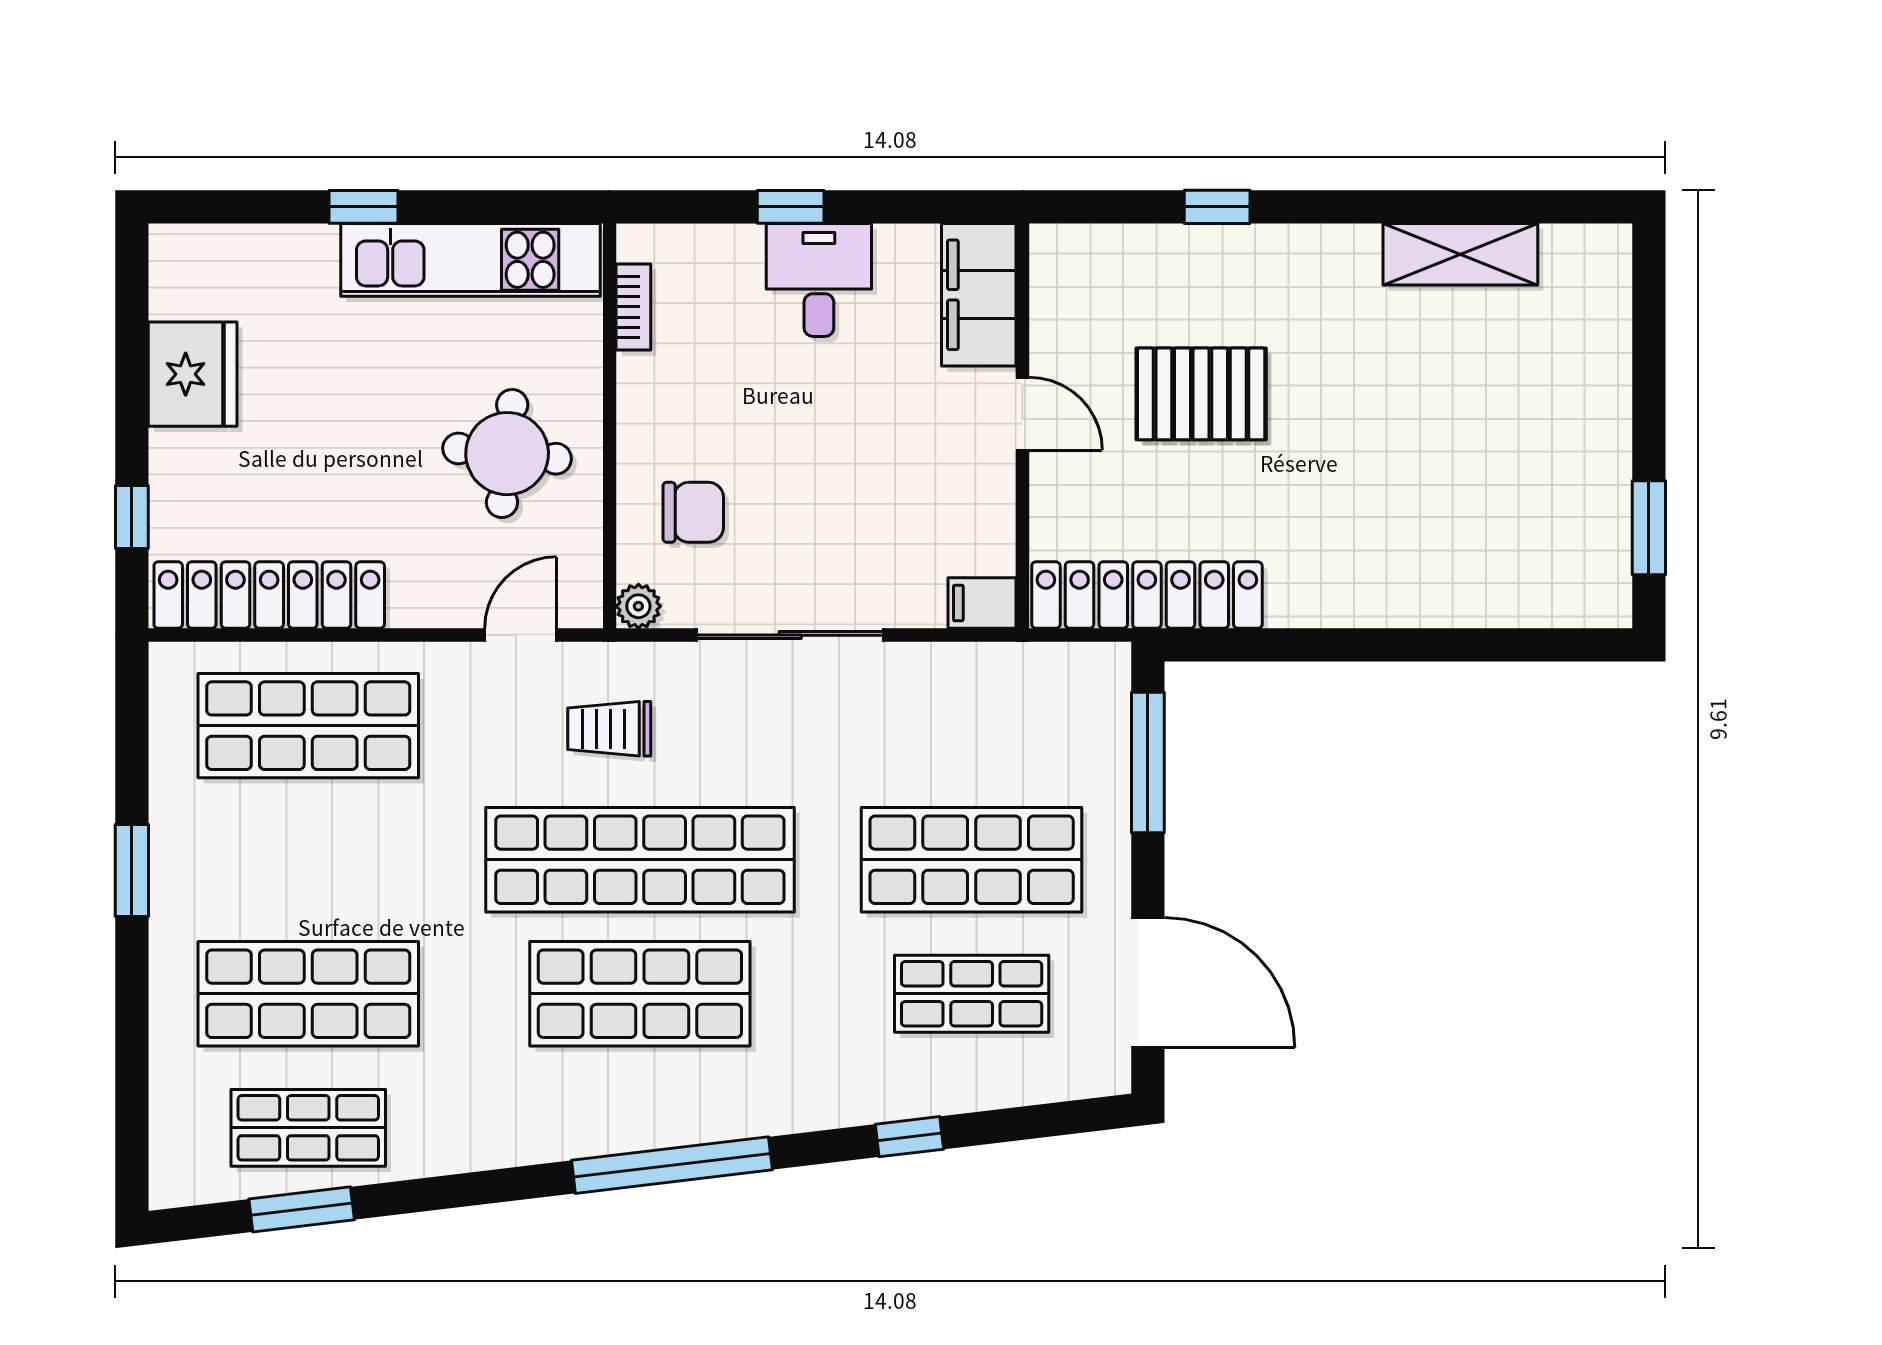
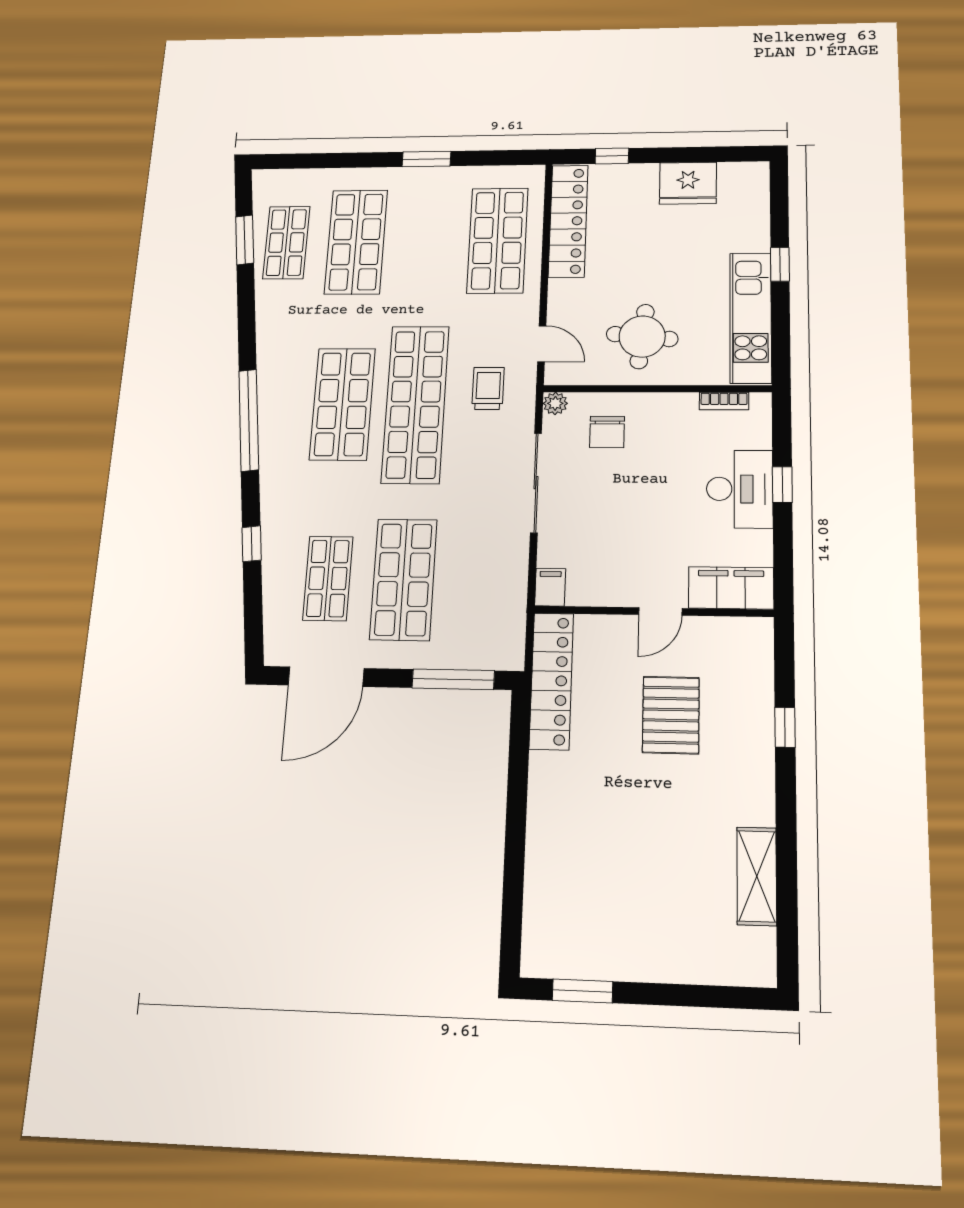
desk: (819, 280) -> (740, 489), width x1.37

